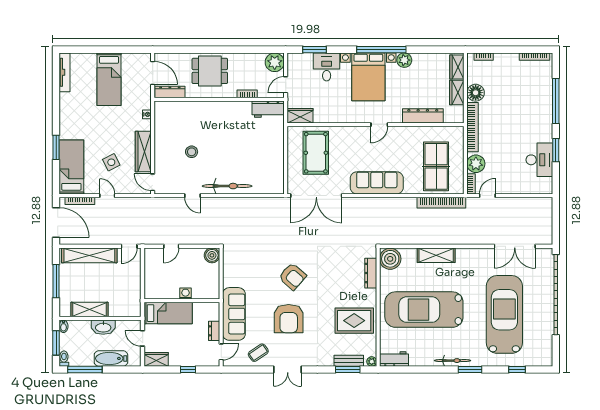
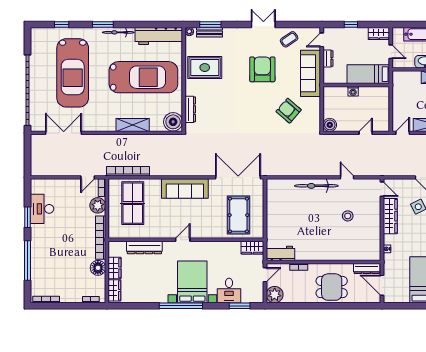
plant: (404, 60) -> (161, 297), removed
armchair: (292, 276) -> (289, 111), moved
workbench: (394, 359) -> (159, 36), width x1.88, depth x1.32

